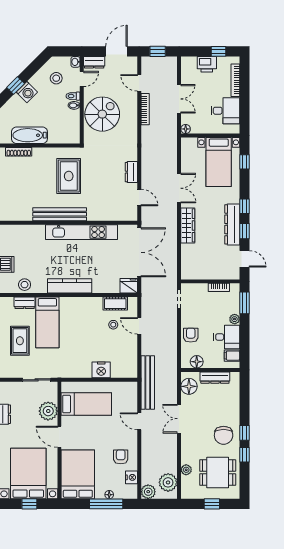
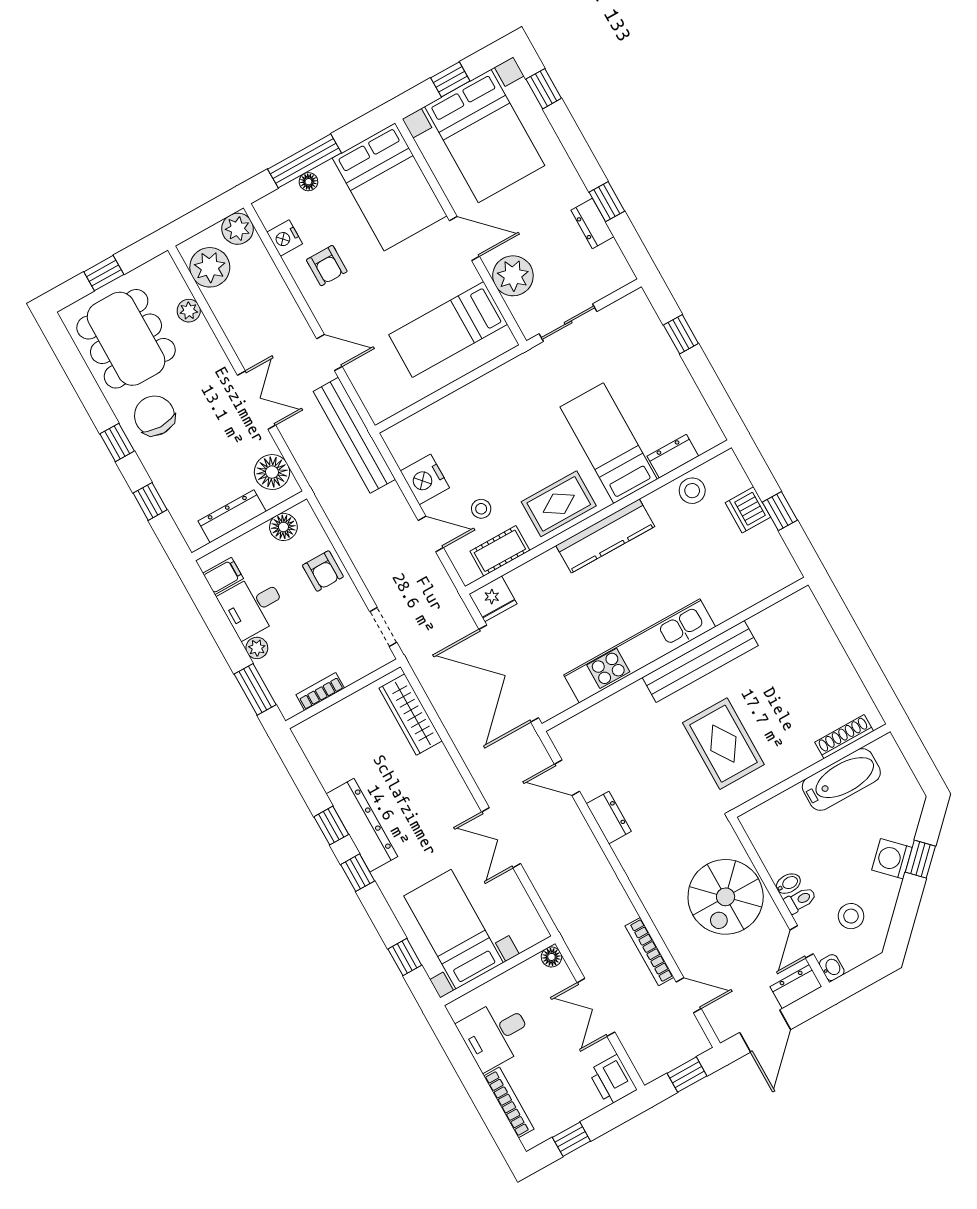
printer: (207, 64) -> (613, 1080), moved, turned -90
wardrobe: (188, 225) -> (411, 715), moved
door: (244, 259) -> (302, 773), removed
rug: (20, 341) -> (559, 504), moved, turned 90
nightstand: (101, 370) -> (425, 479), moved, turned -90
window: (244, 455) -> (150, 501), moved
dining table: (218, 473) -> (126, 339), width x1.38

